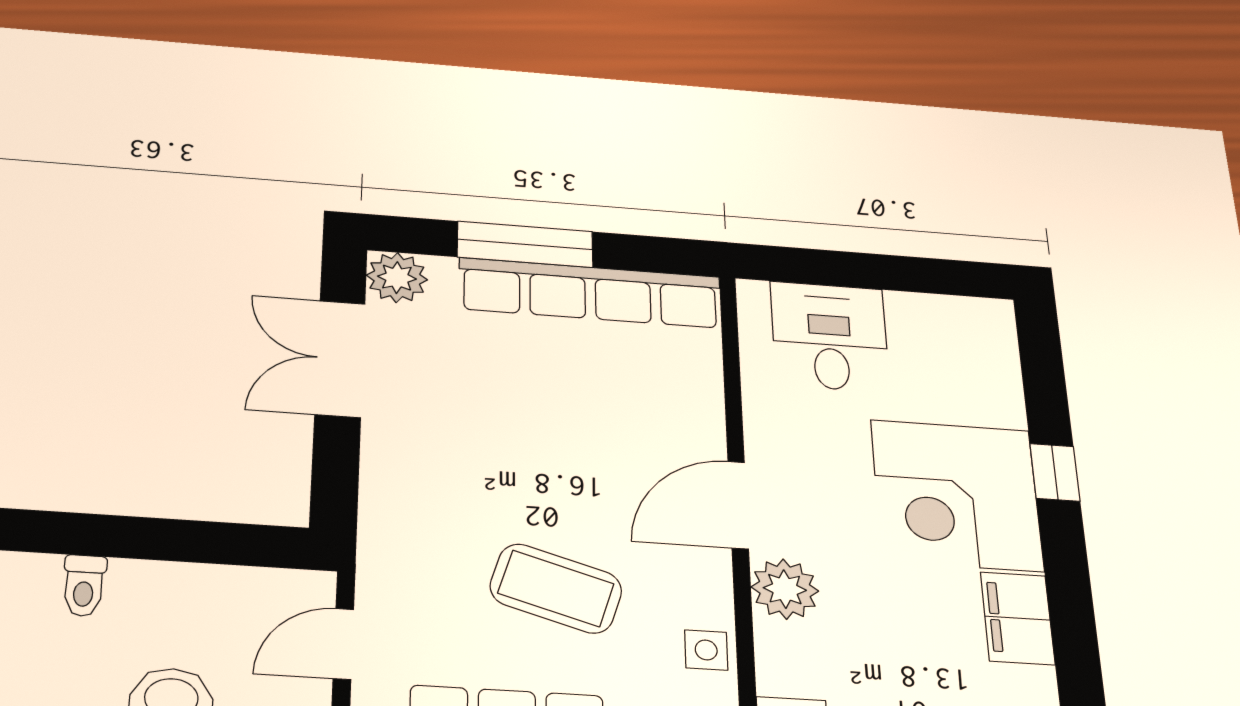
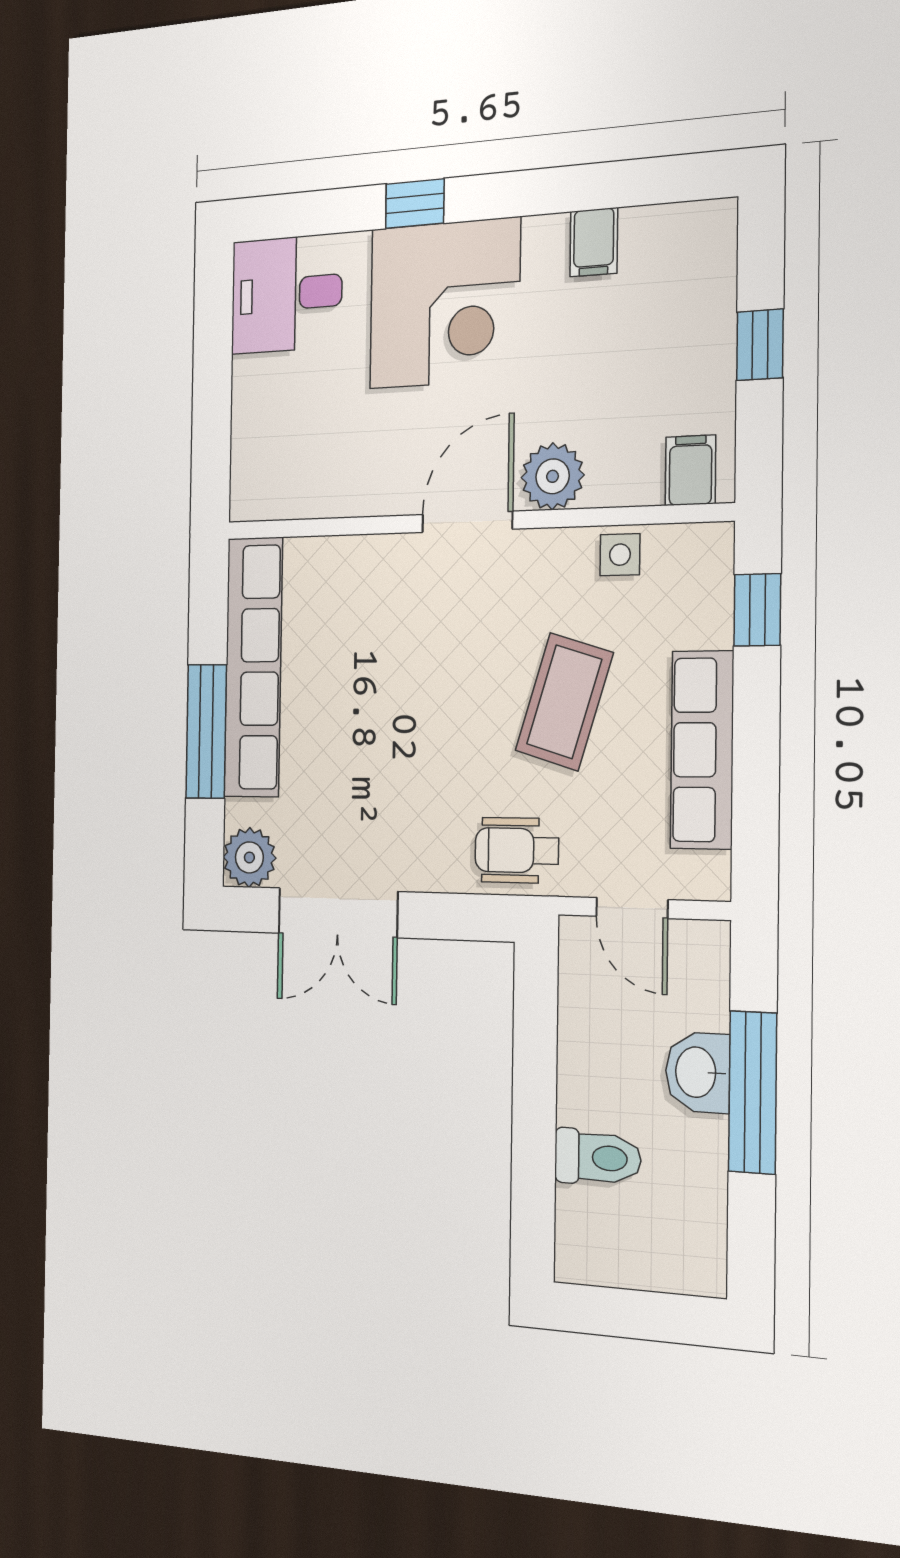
desk: (830, 336) -> (287, 294), moved
door: (738, 505) -> (467, 522), swing flipped
wheelchair: (403, 535) -> (517, 850), added
toilet: (84, 586) -> (598, 1158), width x1.37, depth x1.39
filing cabinet: (1018, 618) -> (594, 242), width x0.50

